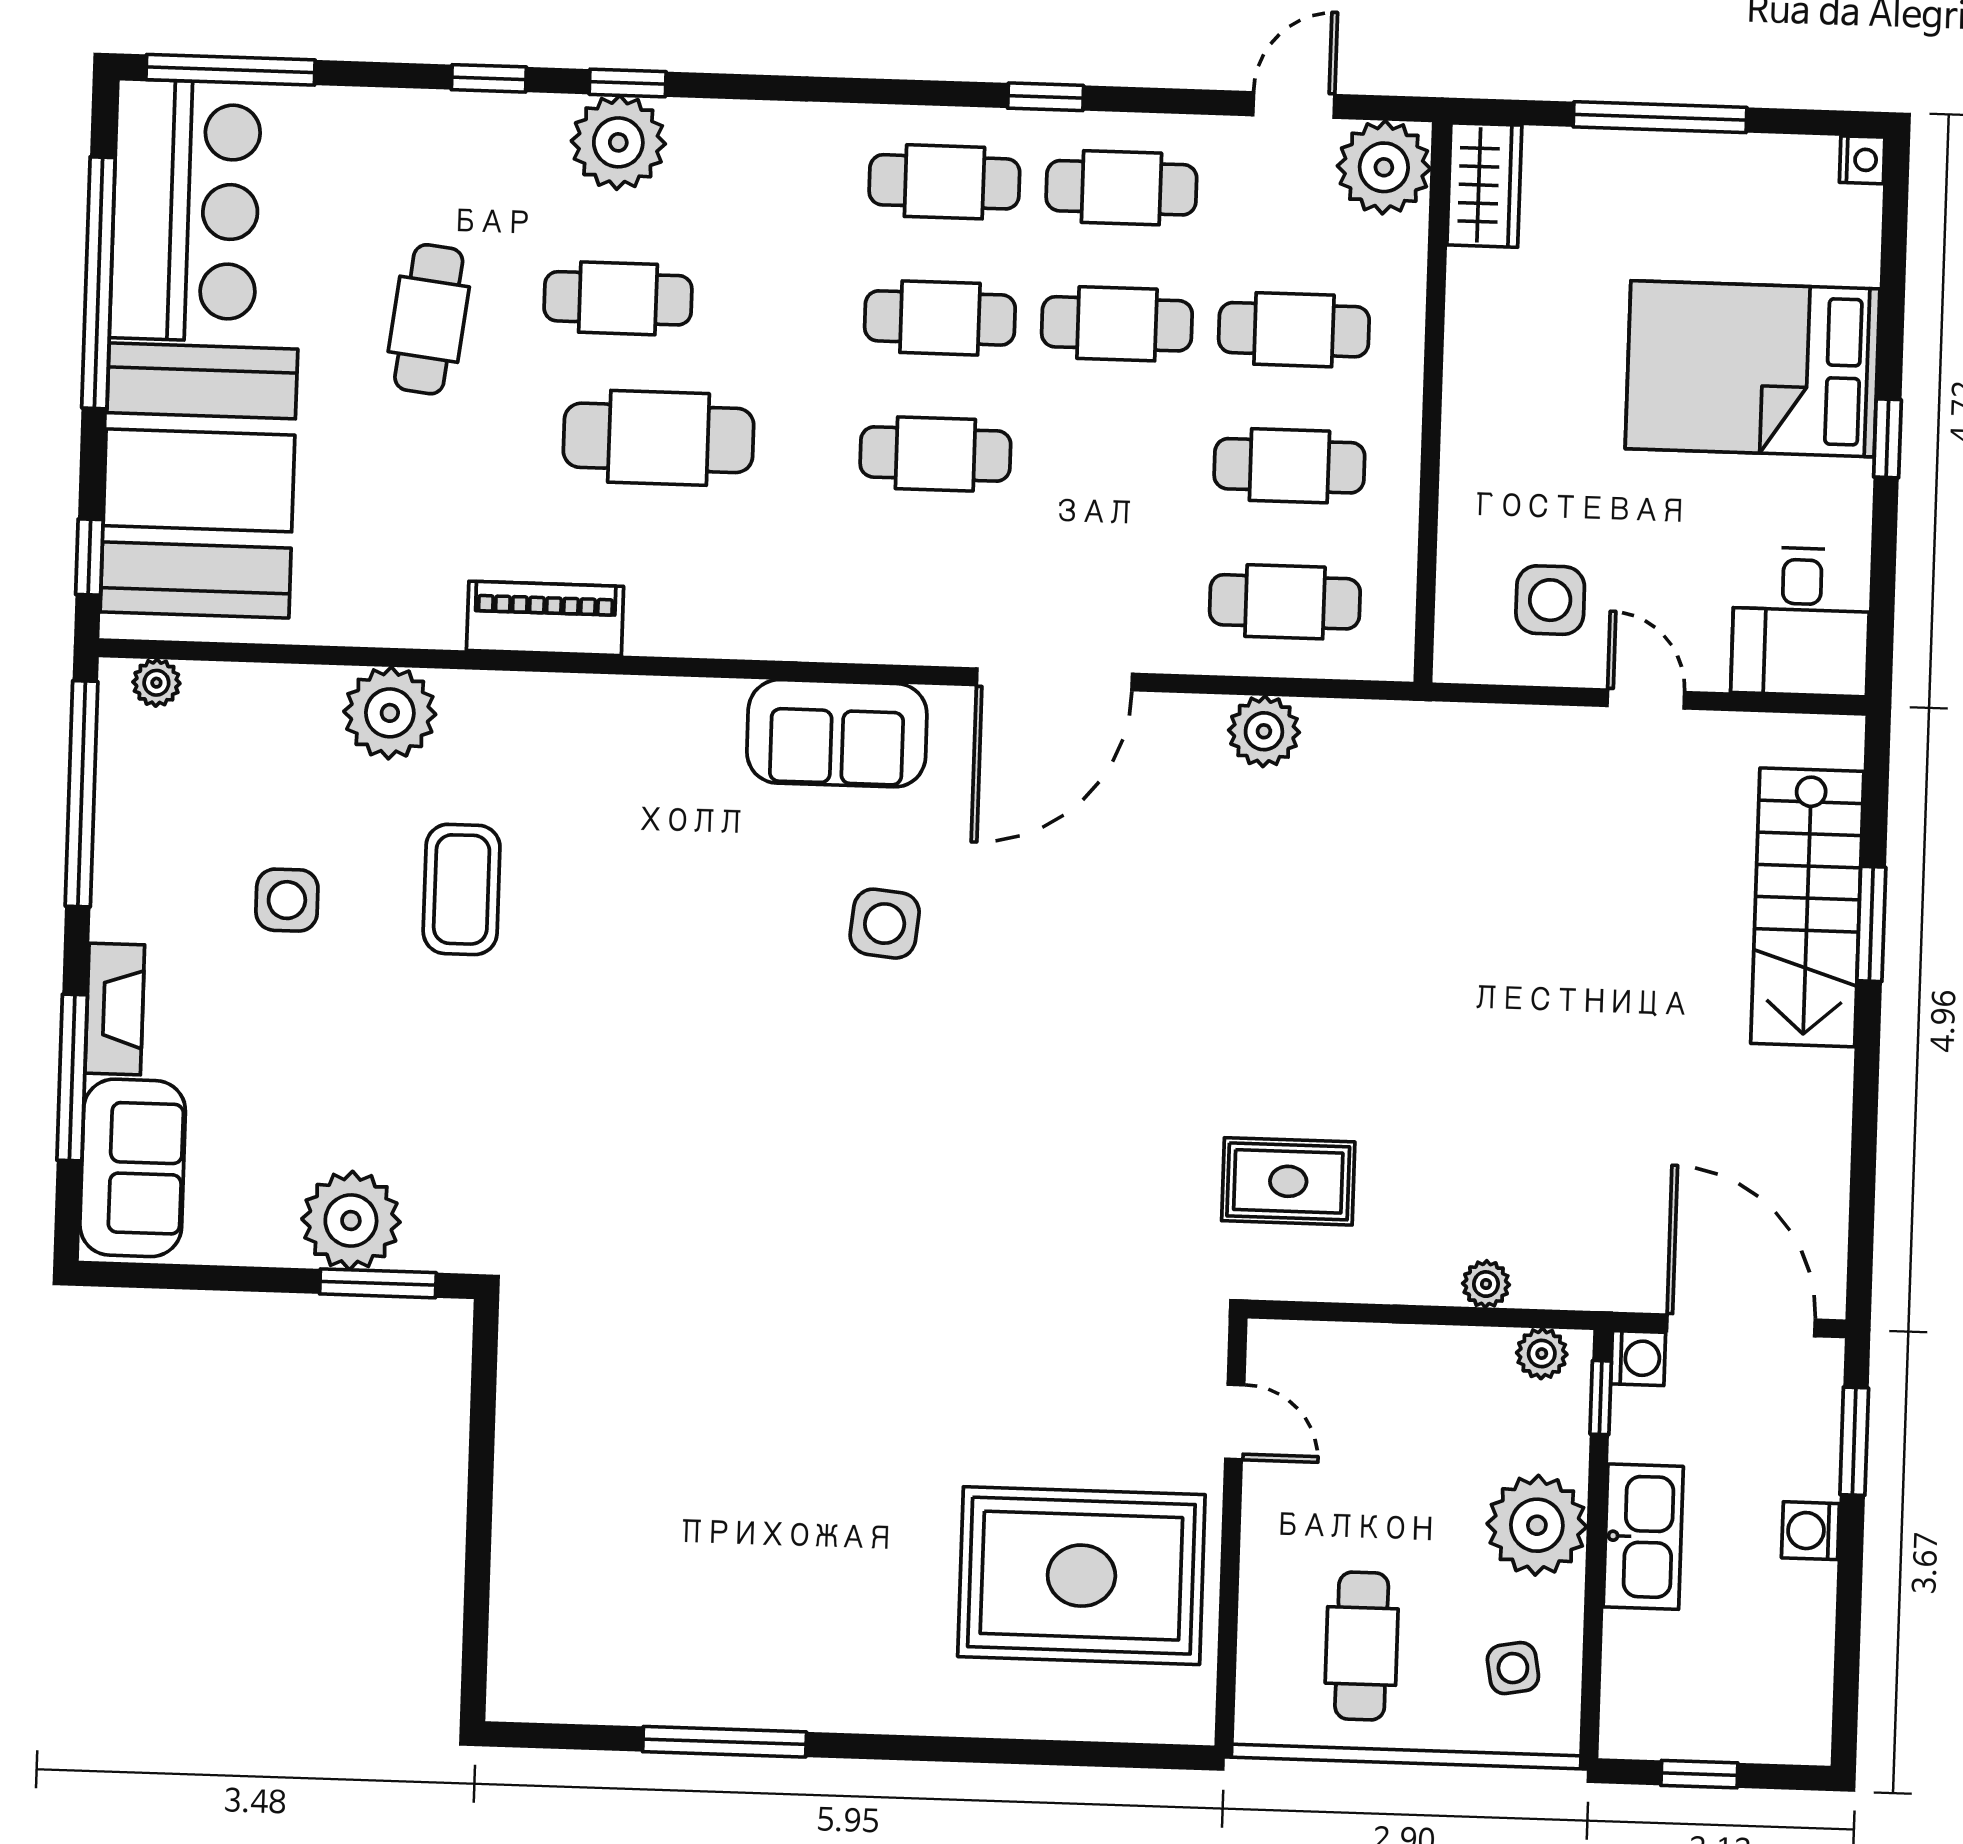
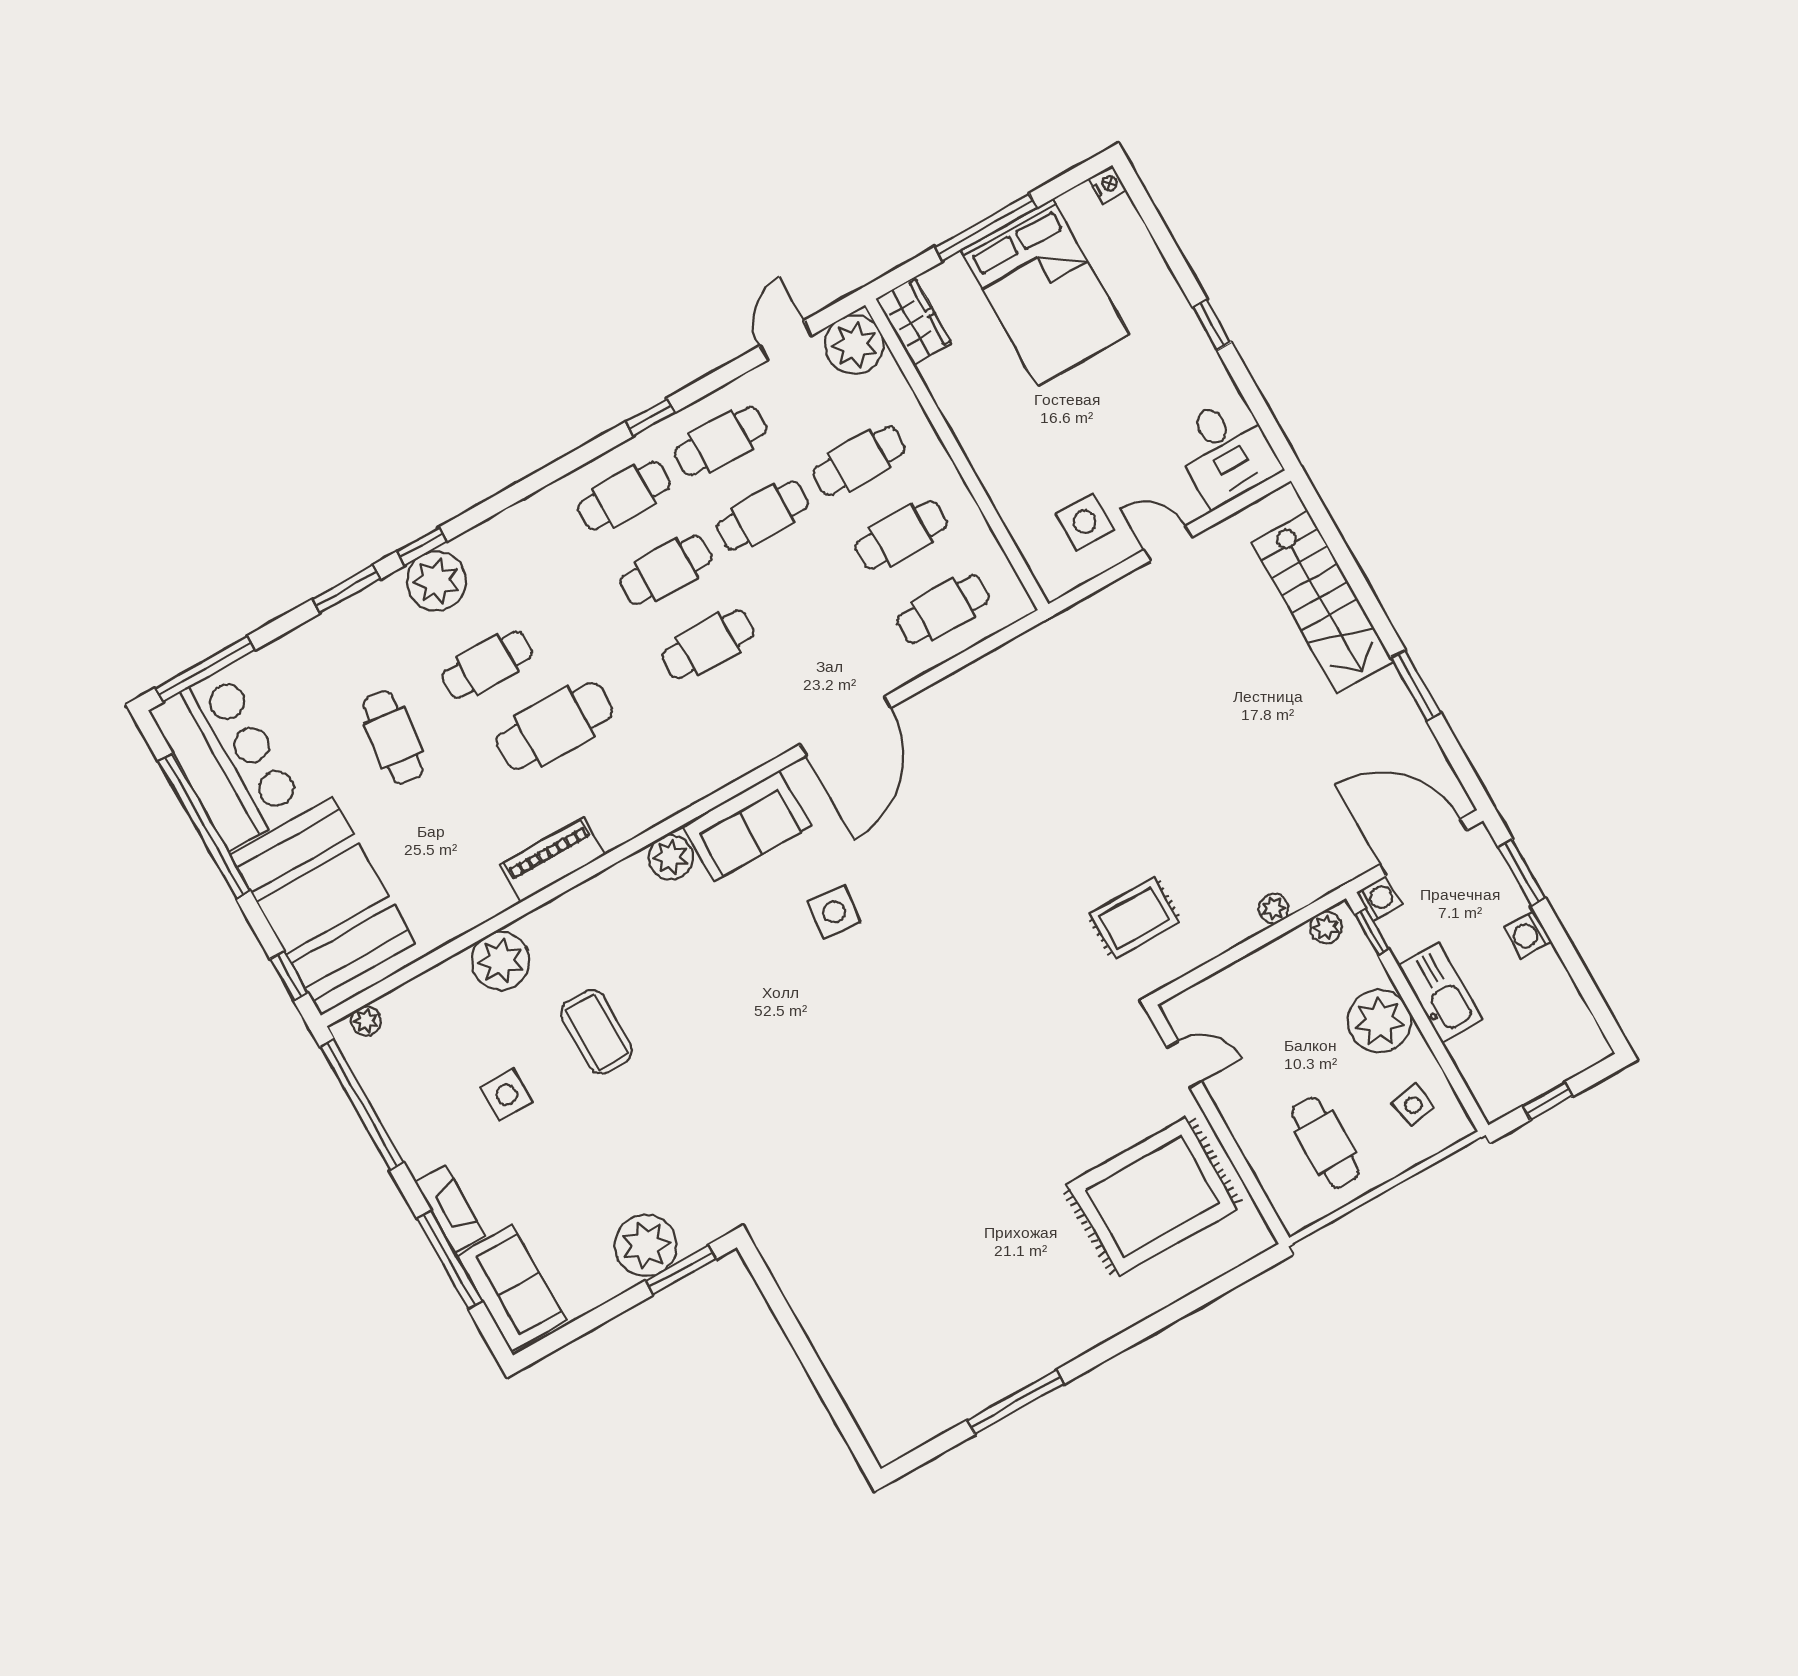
window: (489, 78) -> (346, 589), width x1.50
bed: (1752, 369) -> (1045, 293), moved, turned -90
plant: (1264, 731) -> (671, 857), moved
window: (1871, 924) -> (1416, 685), moved

